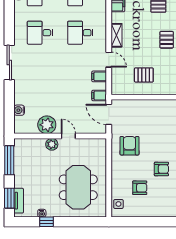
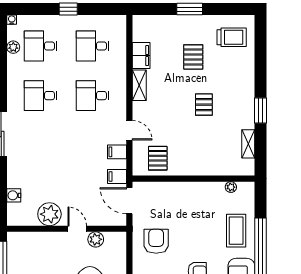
shelving: (116, 35) -> (139, 85), moved
pallet: (144, 75) -> (158, 158), moved, turned 90
plant: (52, 144) -> (96, 239), moved

